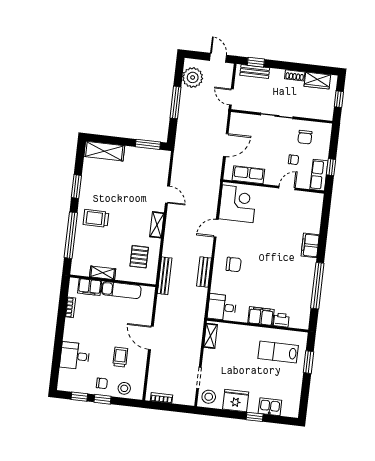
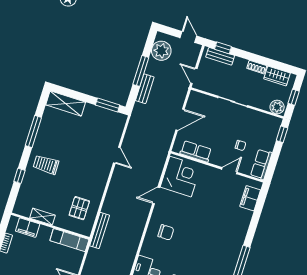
plant: (324, 113) -> (277, 107), added
chair: (305, 137) -> (255, 127), removed
window: (331, 167) -> (282, 134), moved
window: (76, 186) -> (33, 131), width x1.44
shelving: (157, 225) -> (101, 182), removed
window: (71, 235) -> (19, 176), width x0.32
filing cabinet: (310, 245) -> (250, 198), moved
bench: (204, 272) -> (145, 89), moved
exam couch: (121, 290) -> (69, 240), moved

